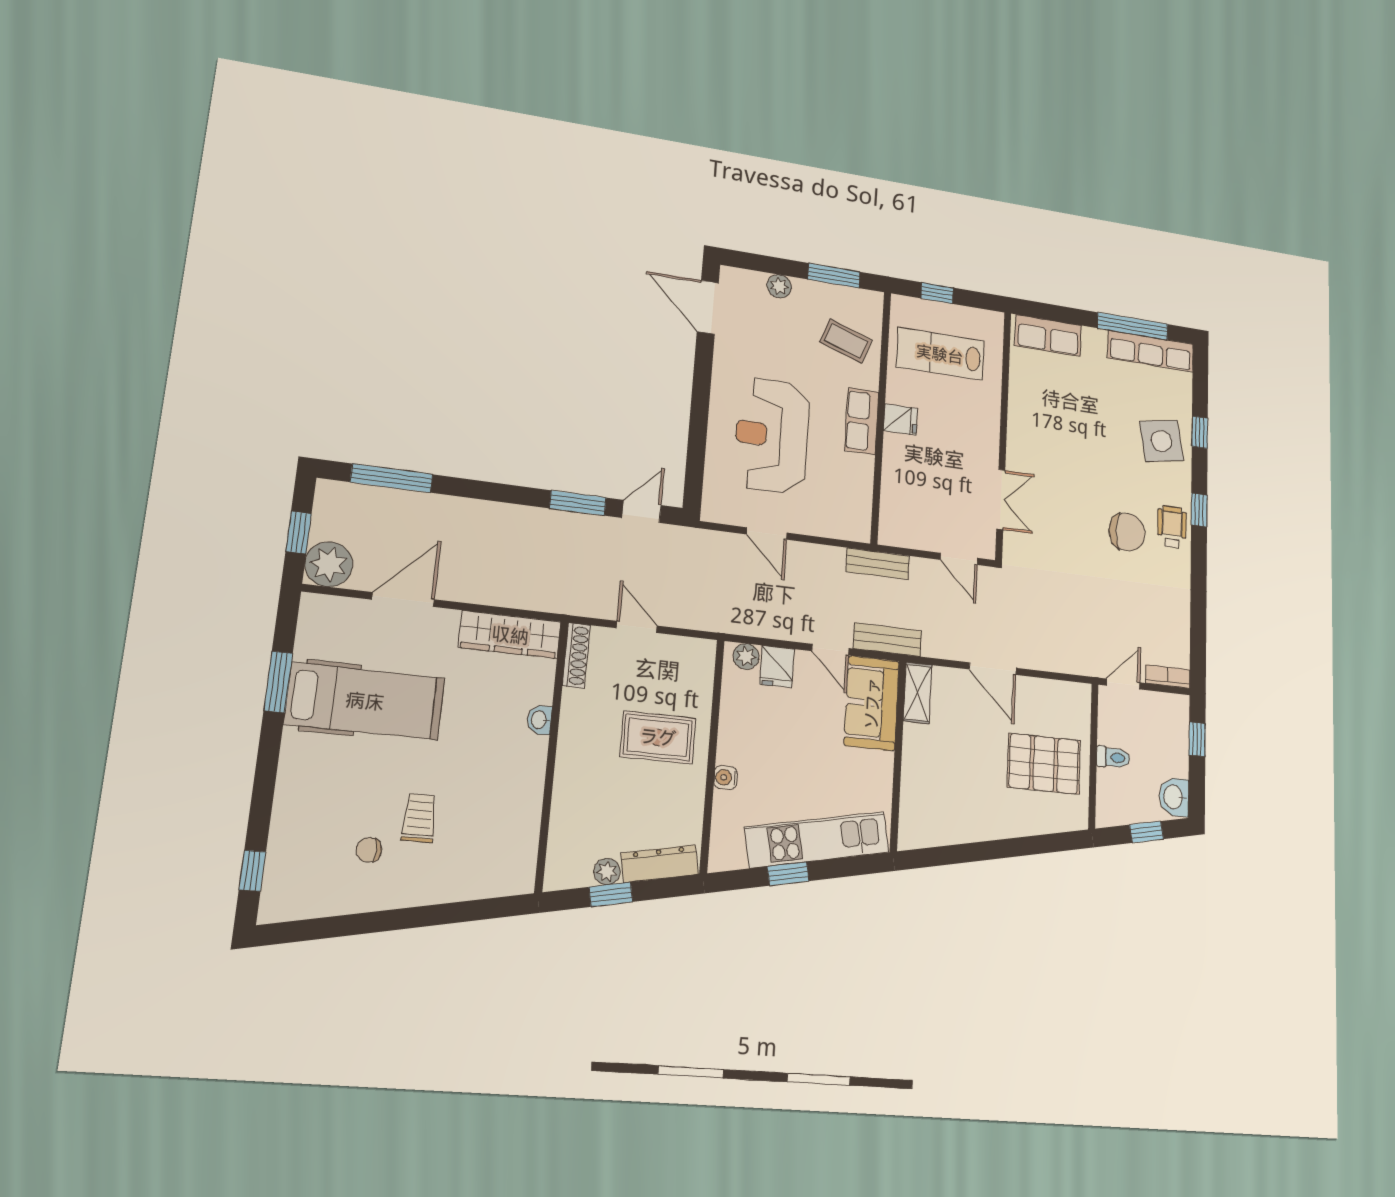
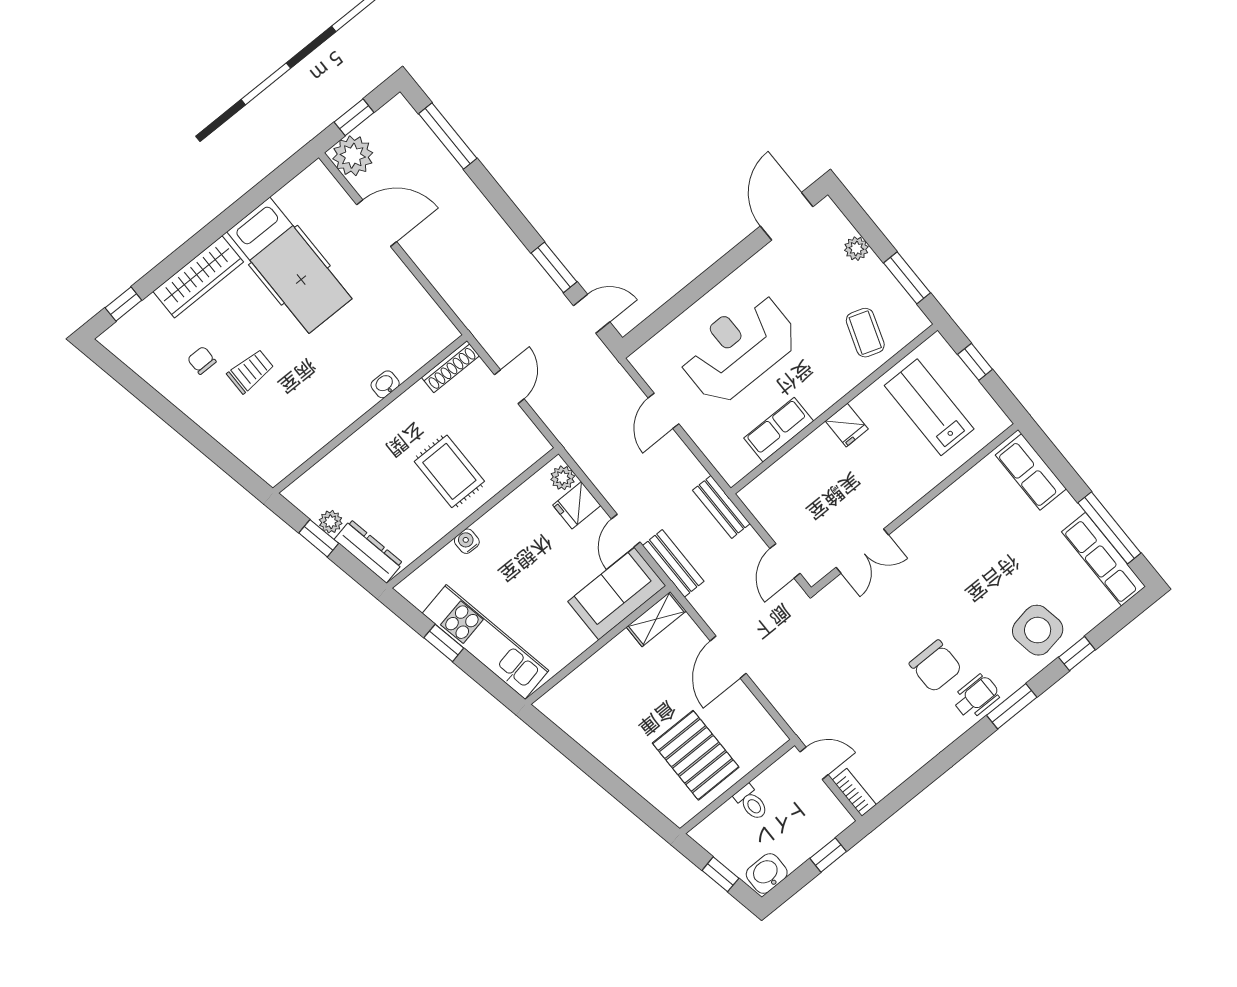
row of seats: (862, 421) -> (779, 430), moved
window: (1199, 510) -> (1012, 706), width x1.50
wardrobe: (510, 635) -> (198, 277), moved, turned -90
window: (278, 682) -> (250, 202), removed

